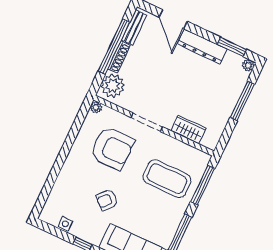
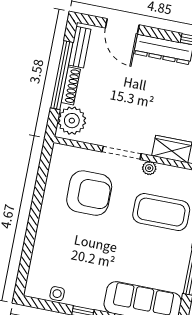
plant: (96, 107) -> (149, 168), moved
armchair: (107, 200) -> (98, 254), removed

